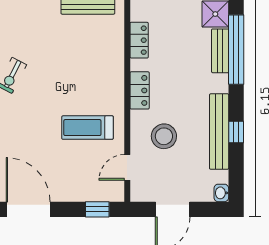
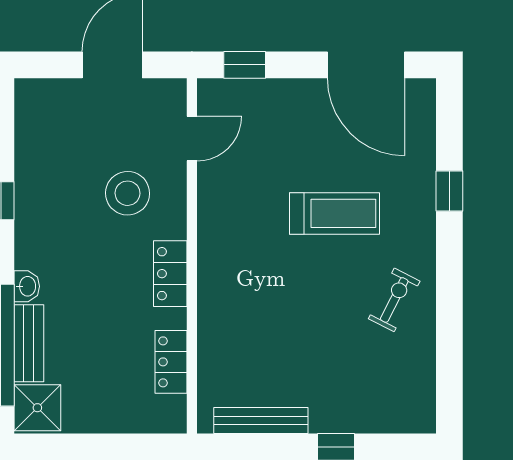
treadmill: (87, 128) -> (334, 213), moved
bench: (219, 132) -> (31, 202), removed
washbasin: (221, 193) -> (27, 286), moved

